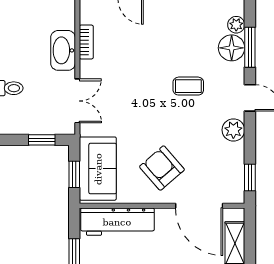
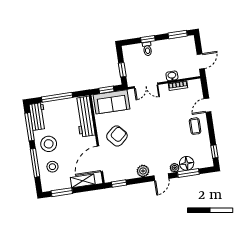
plant: (236, 25) -> (175, 168), moved
washbasin: (63, 50) -> (172, 76), width x0.52, depth x0.69
coffee table: (188, 86) -> (195, 126), moved

